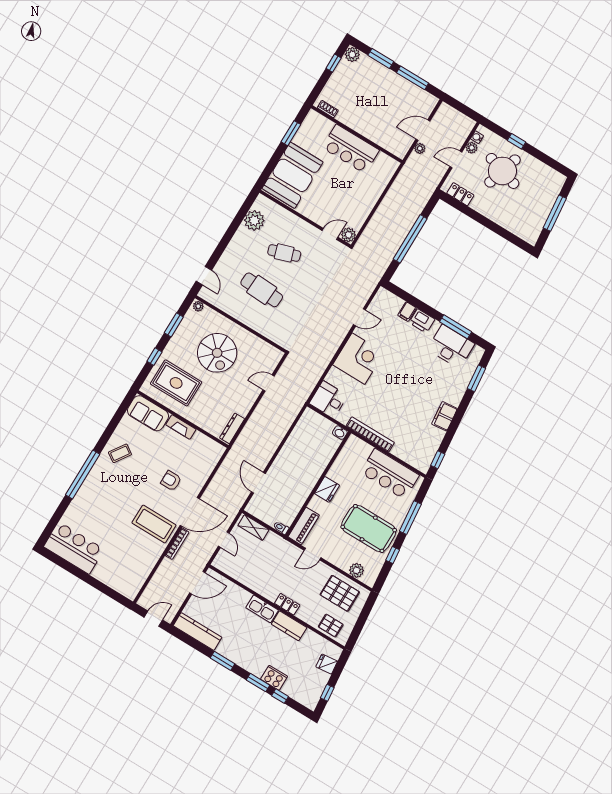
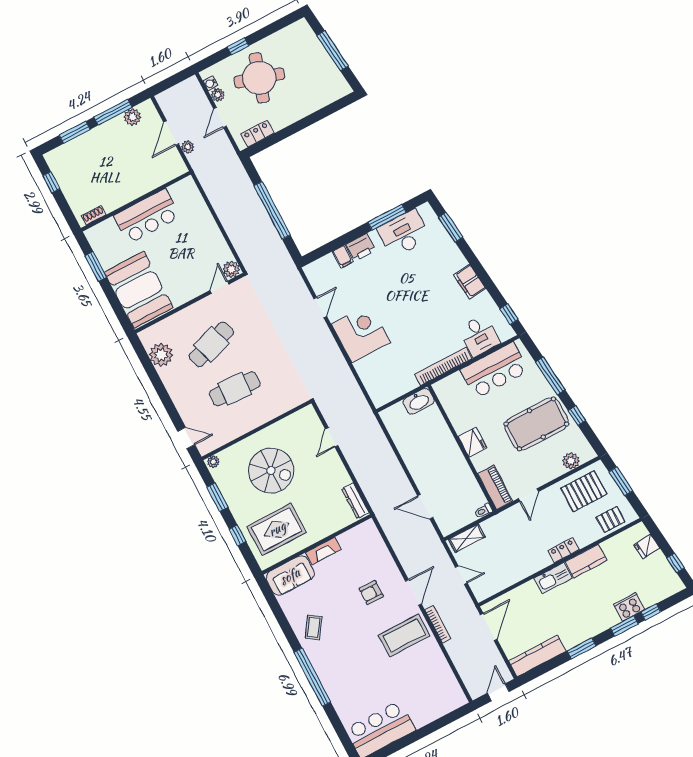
plant: (352, 55) -> (132, 117), moved
cafe table: (284, 253) -> (211, 344), width x1.37, depth x1.35
desk: (328, 399) -> (479, 335), moved, turned -90
washbasin: (340, 433) -> (419, 401), width x1.91, depth x1.45
door: (190, 512) -> (413, 592), width x0.73
window: (364, 616) -> (621, 481), added

